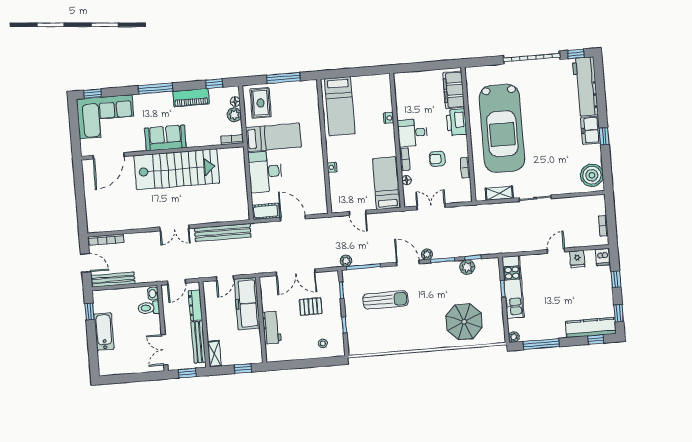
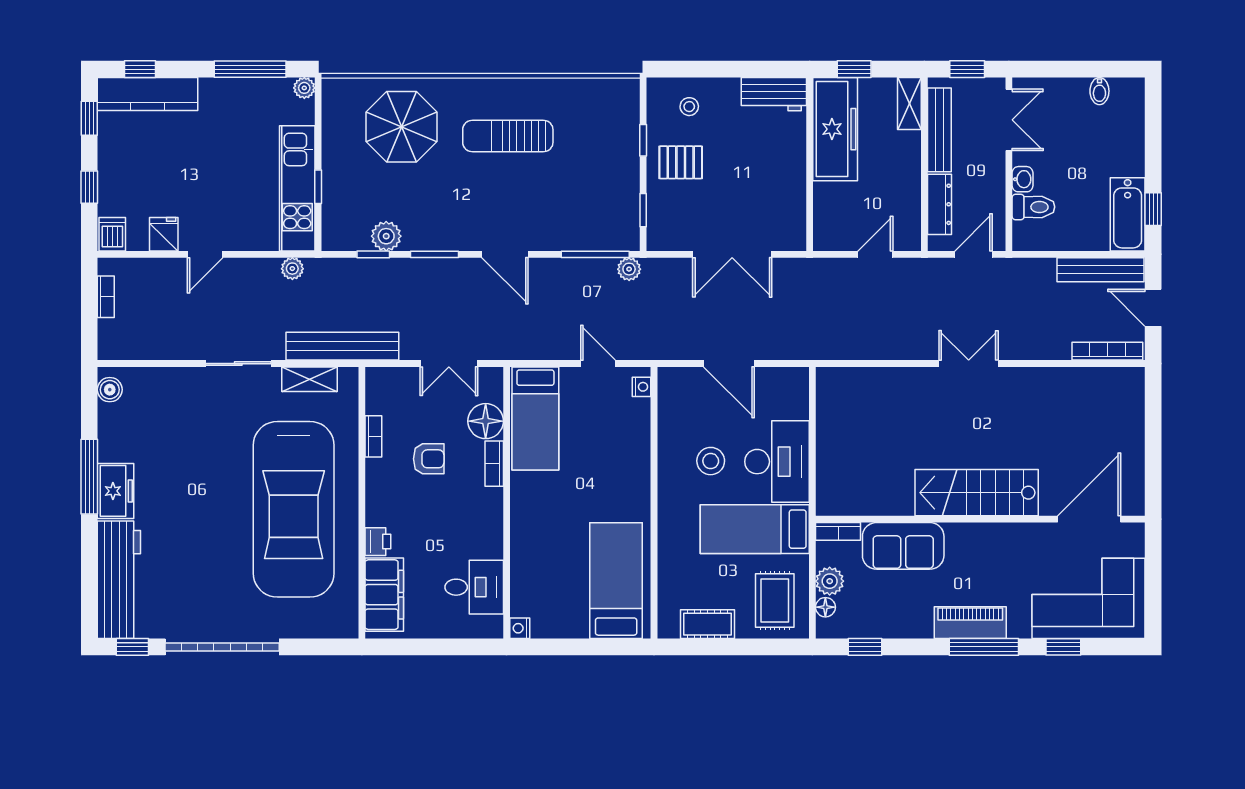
window: (283, 78) -> (725, 647), removed
window: (93, 94) -> (1063, 647), moved
piano: (191, 98) -> (970, 623), moved
nightstand: (389, 118) -> (520, 628), moved
printer: (456, 122) -> (378, 542), width x0.53, depth x0.68
car: (502, 128) -> (294, 509), turned 180
desk: (412, 133) -> (474, 587), moved
window: (604, 136) -> (89, 477), width x2.17
sofa: (165, 138) -> (903, 546), moved
nightstand: (332, 167) -> (642, 387), moved
stairs: (177, 169) -> (977, 493), width x0.73, depth x0.66
stool: (298, 169) -> (711, 461), added
boiler: (592, 175) -> (110, 390), width x0.54, depth x0.54
floor lamp: (407, 180) -> (486, 421), width x1.89, depth x1.89
cot: (266, 211) -> (708, 624), moved
bench: (223, 232) -> (342, 346), moved
plant: (427, 254) -> (292, 269), moved
double door: (296, 272) -> (732, 254), swing flipped
washbasin: (153, 294) -> (1022, 179), moved
sun lounger: (386, 300) -> (508, 136), moved
freezer: (247, 304) -> (835, 129), moved
pallet: (311, 306) -> (681, 162), moved
workbench: (272, 328) -> (774, 94), moved, turned -90
bathtub: (104, 332) -> (1128, 214), moved
bidet: (121, 368) -> (1099, 91), added

